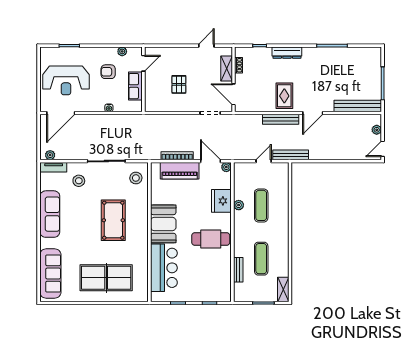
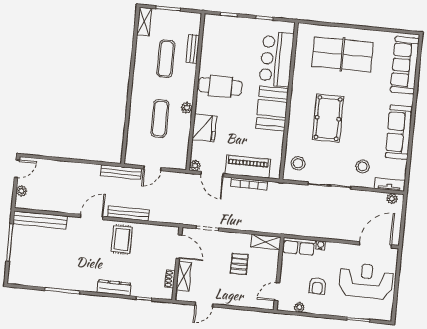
armchair: (108, 72) -> (317, 286), turned 90
row of seats: (135, 86) -> (299, 246), moved, turned 90
shelving: (157, 106) -> (266, 242), added
plant: (239, 205) -> (187, 108), moved

